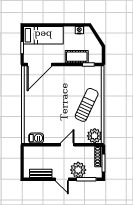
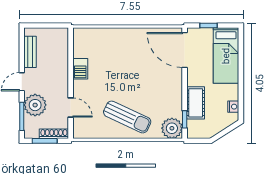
plant: (95, 136) -> (172, 128), moved
barbecue: (36, 138) -> (80, 69), moved
door: (67, 145) -> (71, 107), moved

